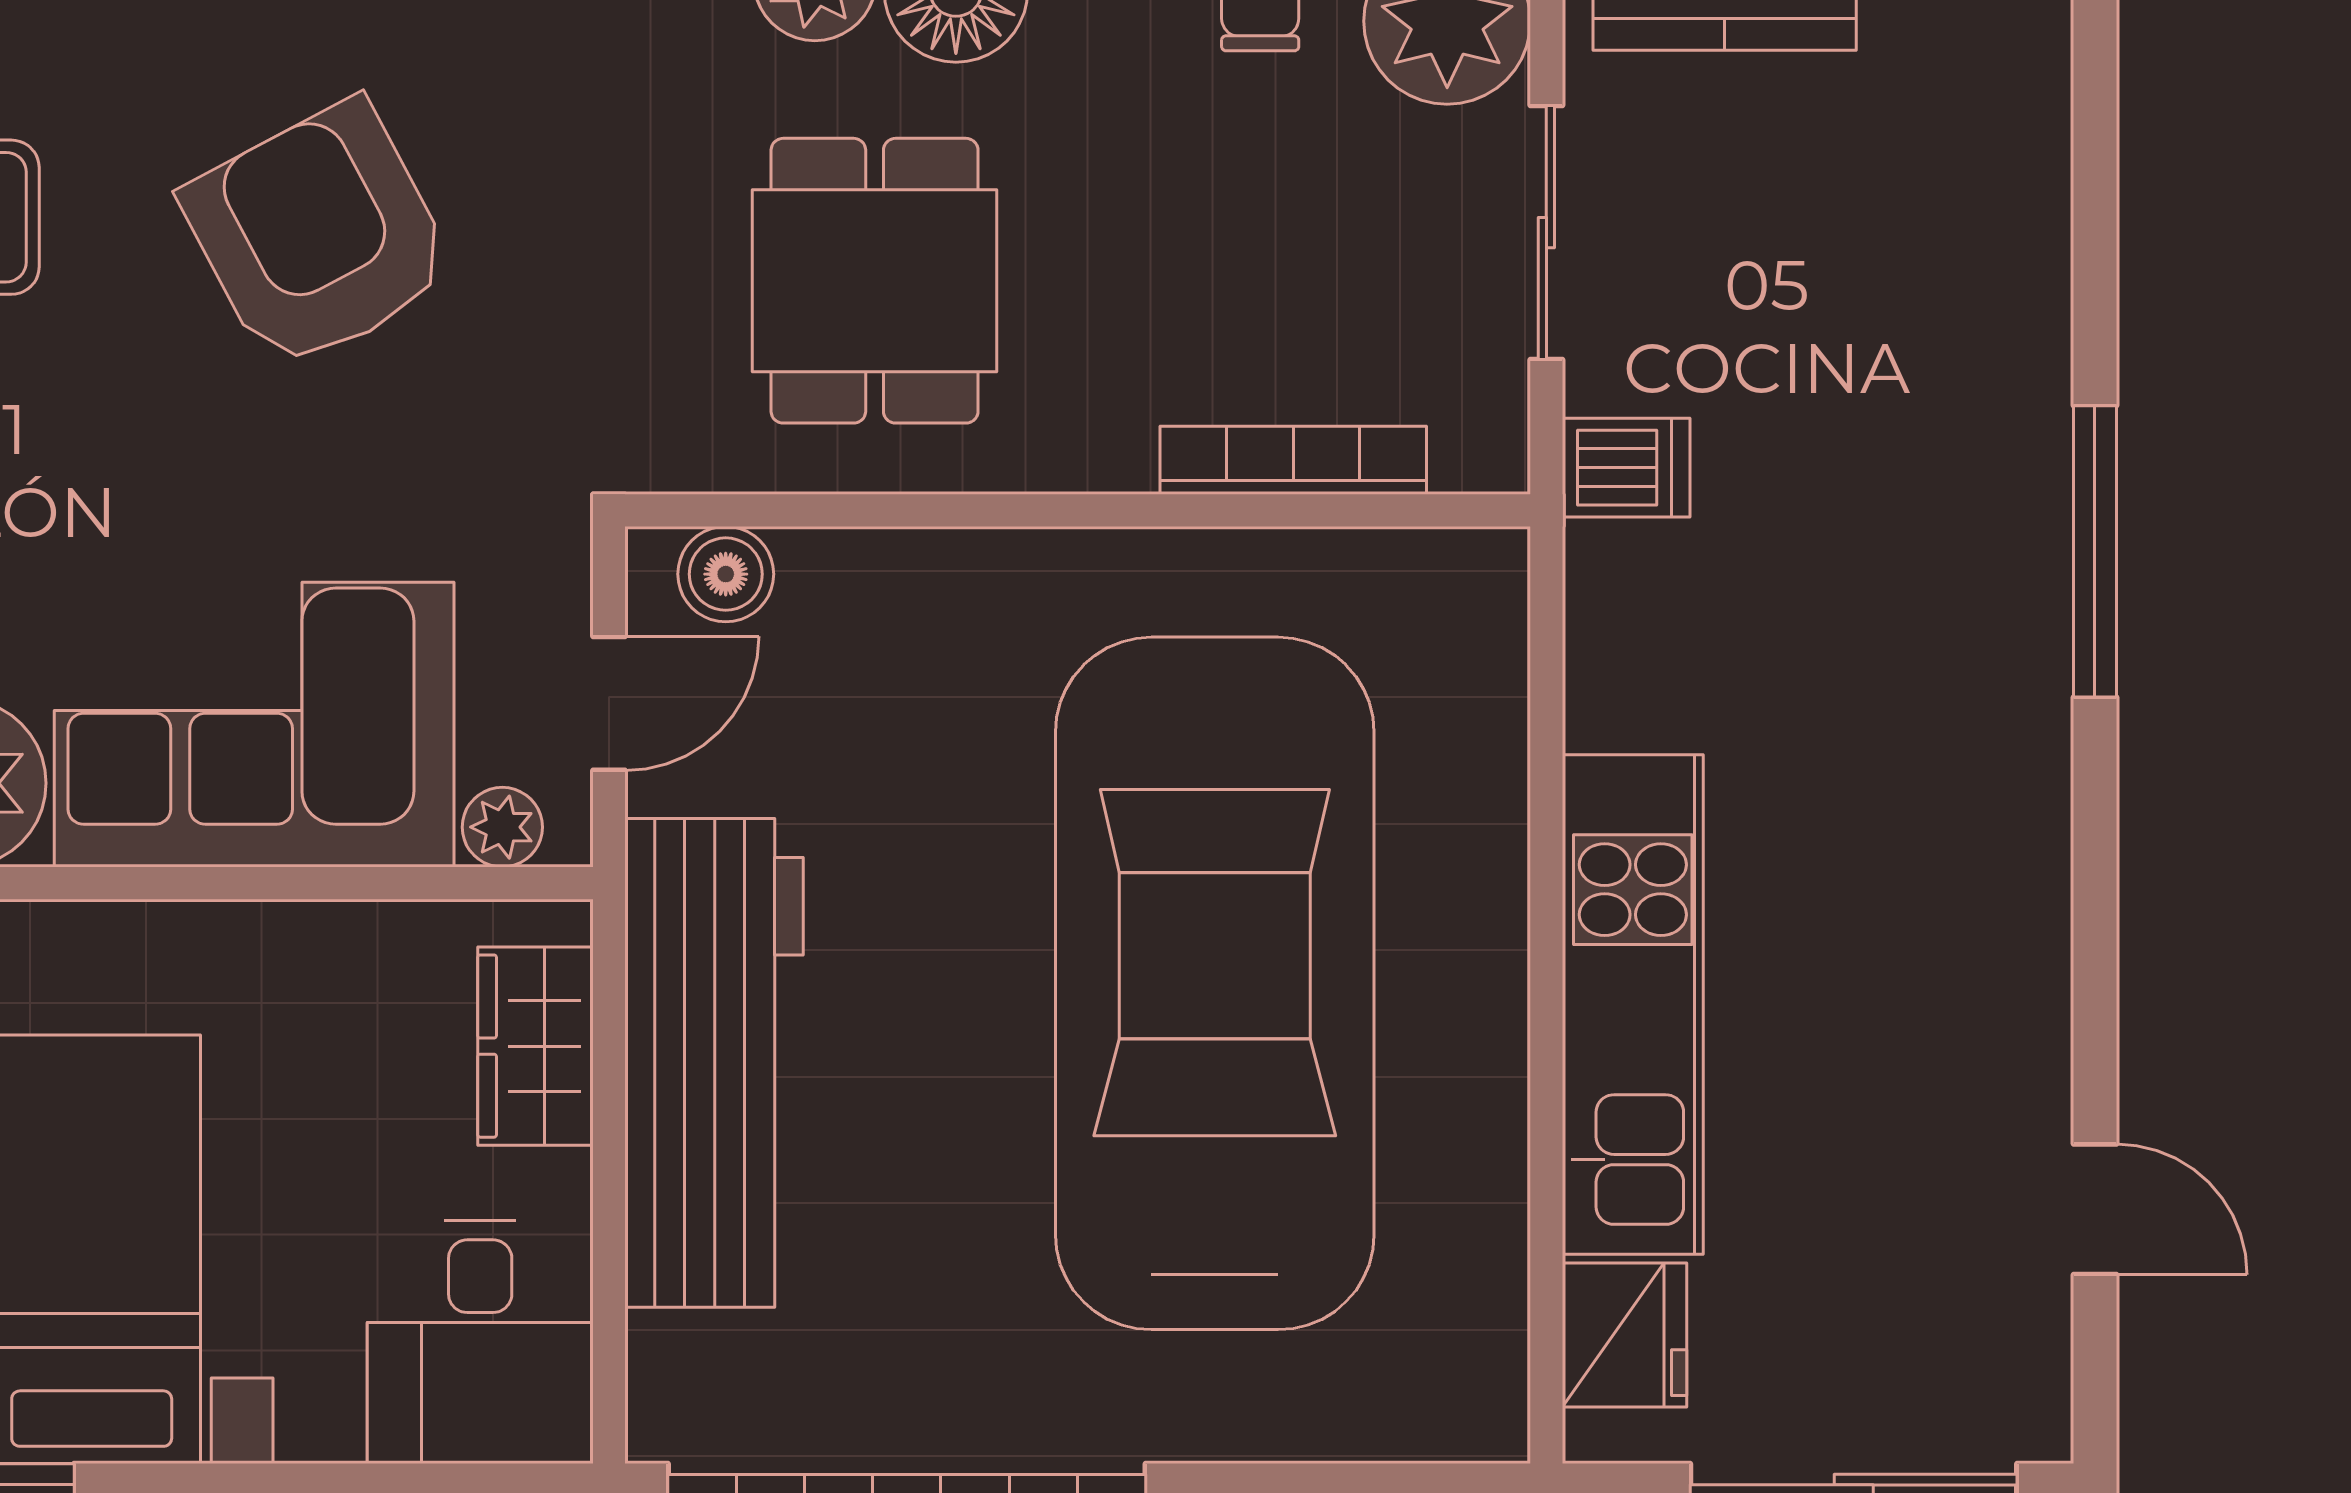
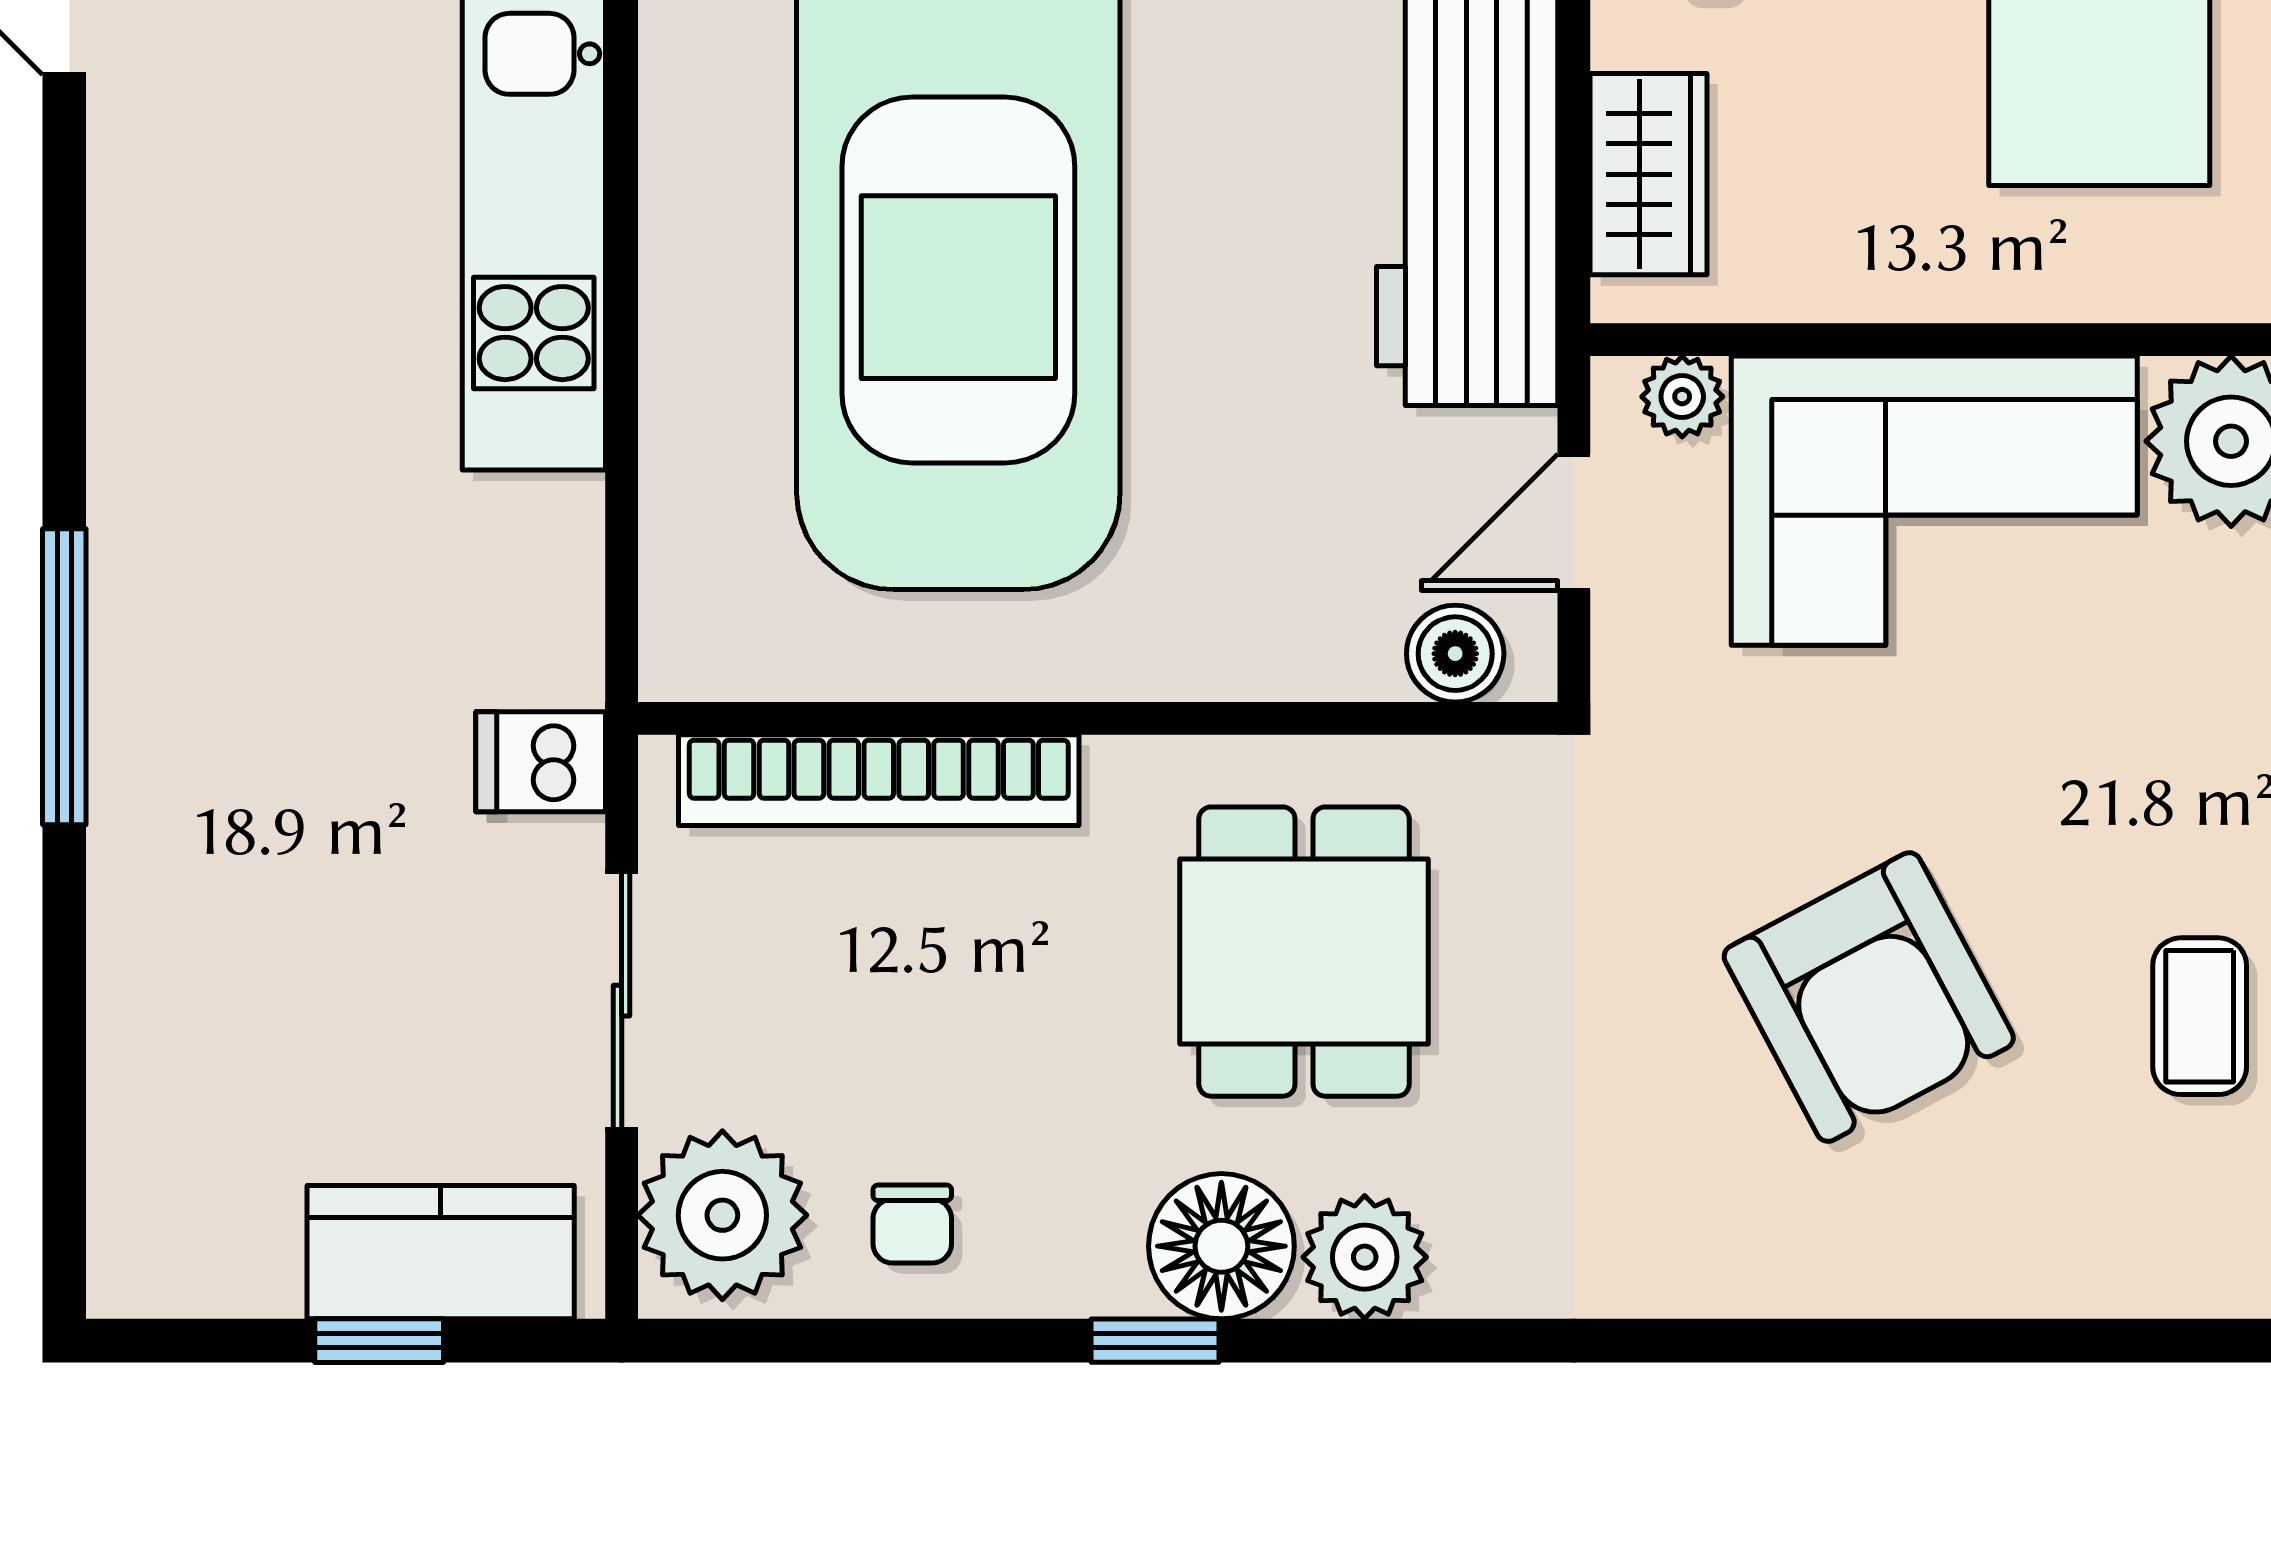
bookcase: (1293, 460) -> (879, 780), width x1.48, depth x1.31

